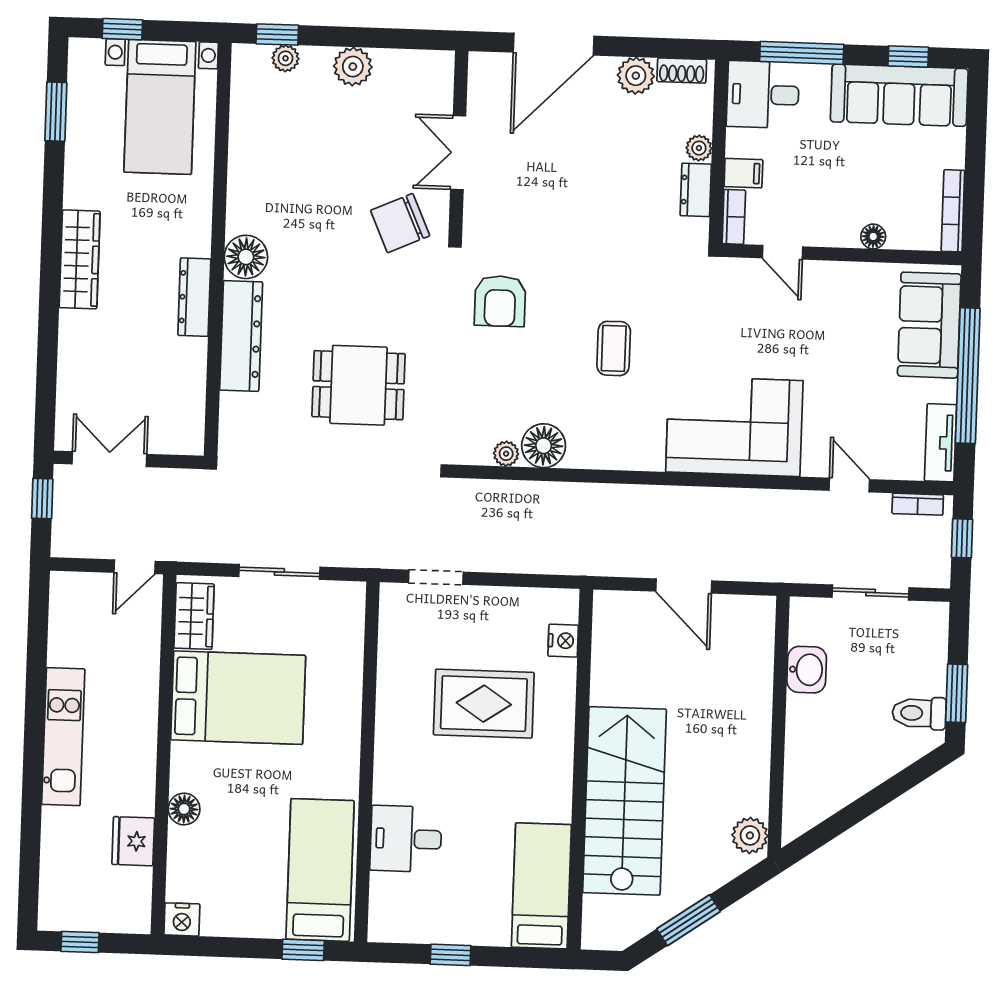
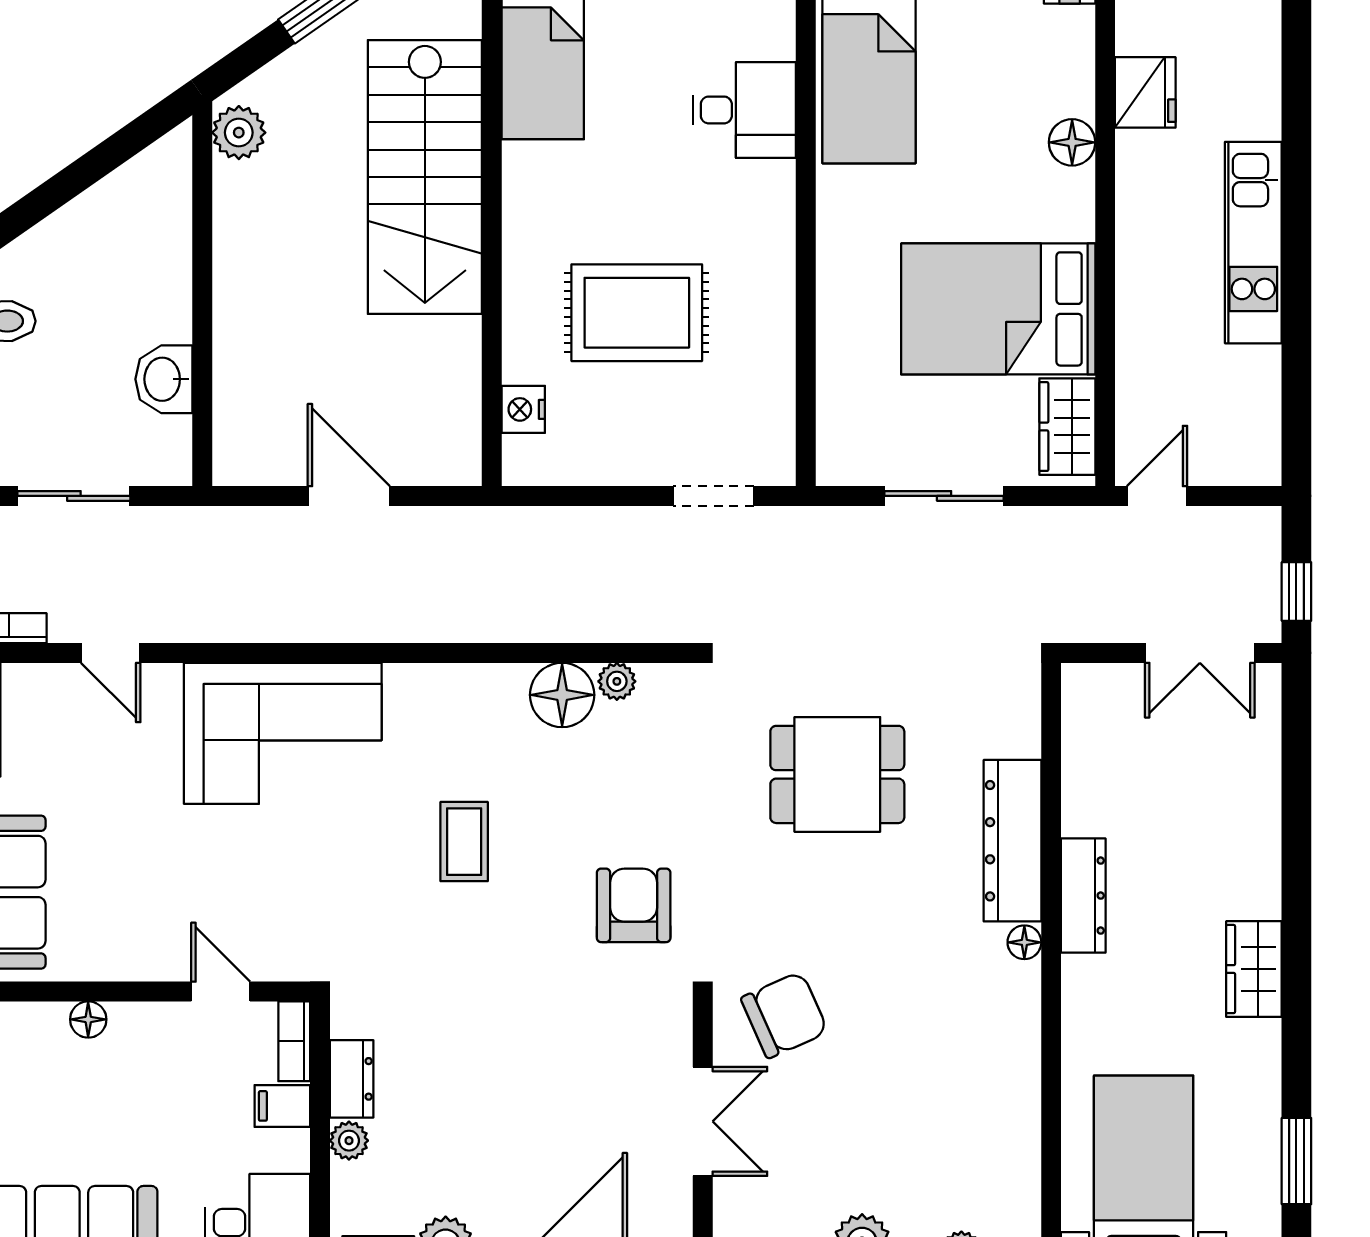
floor lamp: (246, 257) -> (1024, 942), width x0.53, depth x0.53
wardrobe: (80, 259) -> (1254, 969), width x0.67

